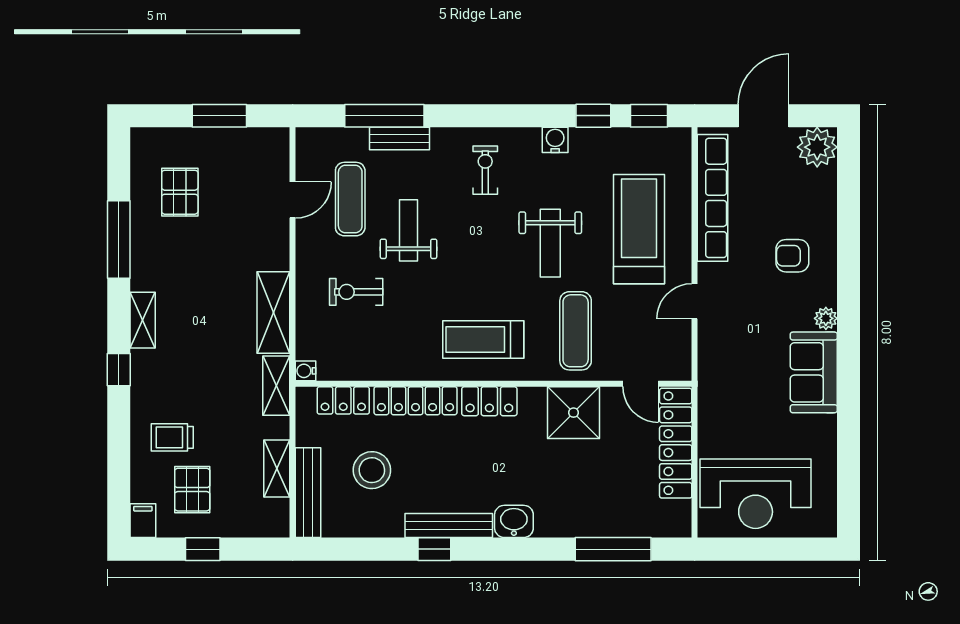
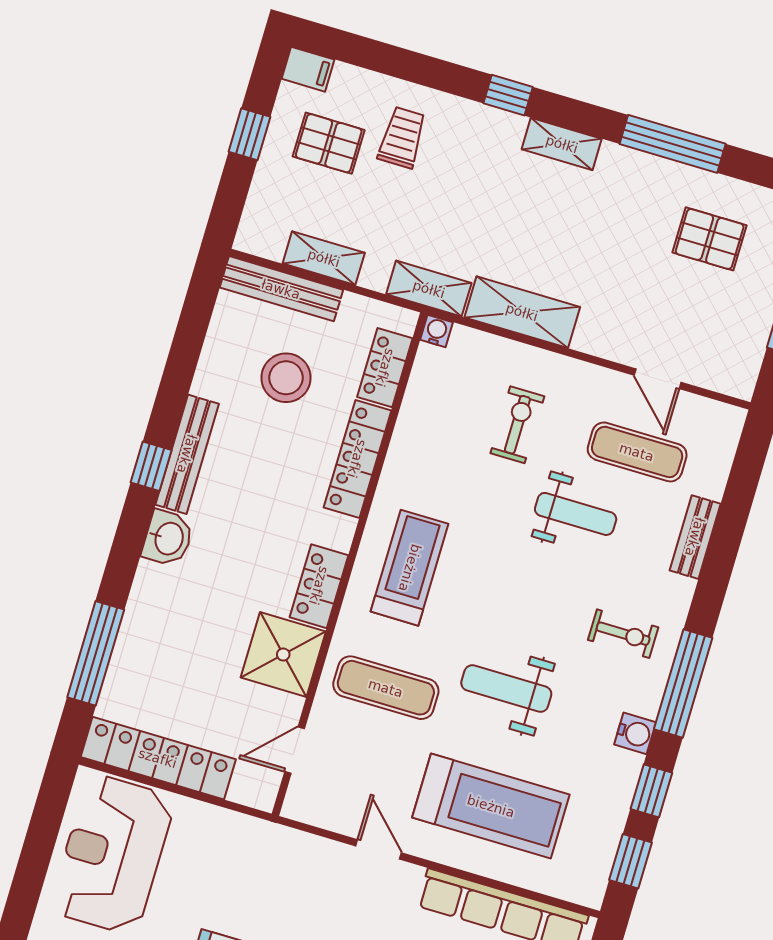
window: (384, 116) -> (683, 684), moved
locker: (489, 401) -> (319, 586), moved
locker: (676, 443) -> (158, 758), moved
window: (434, 549) -> (151, 466), moved

